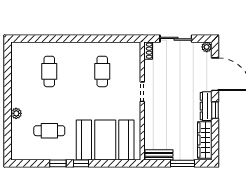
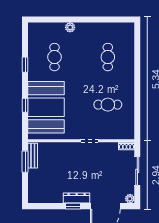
cafe table: (49, 71) -> (108, 57), turned 90
wardrobe: (205, 140) -> (46, 197), removed
window: (81, 163) -> (25, 105), moved
window: (182, 163) -> (25, 162), moved

